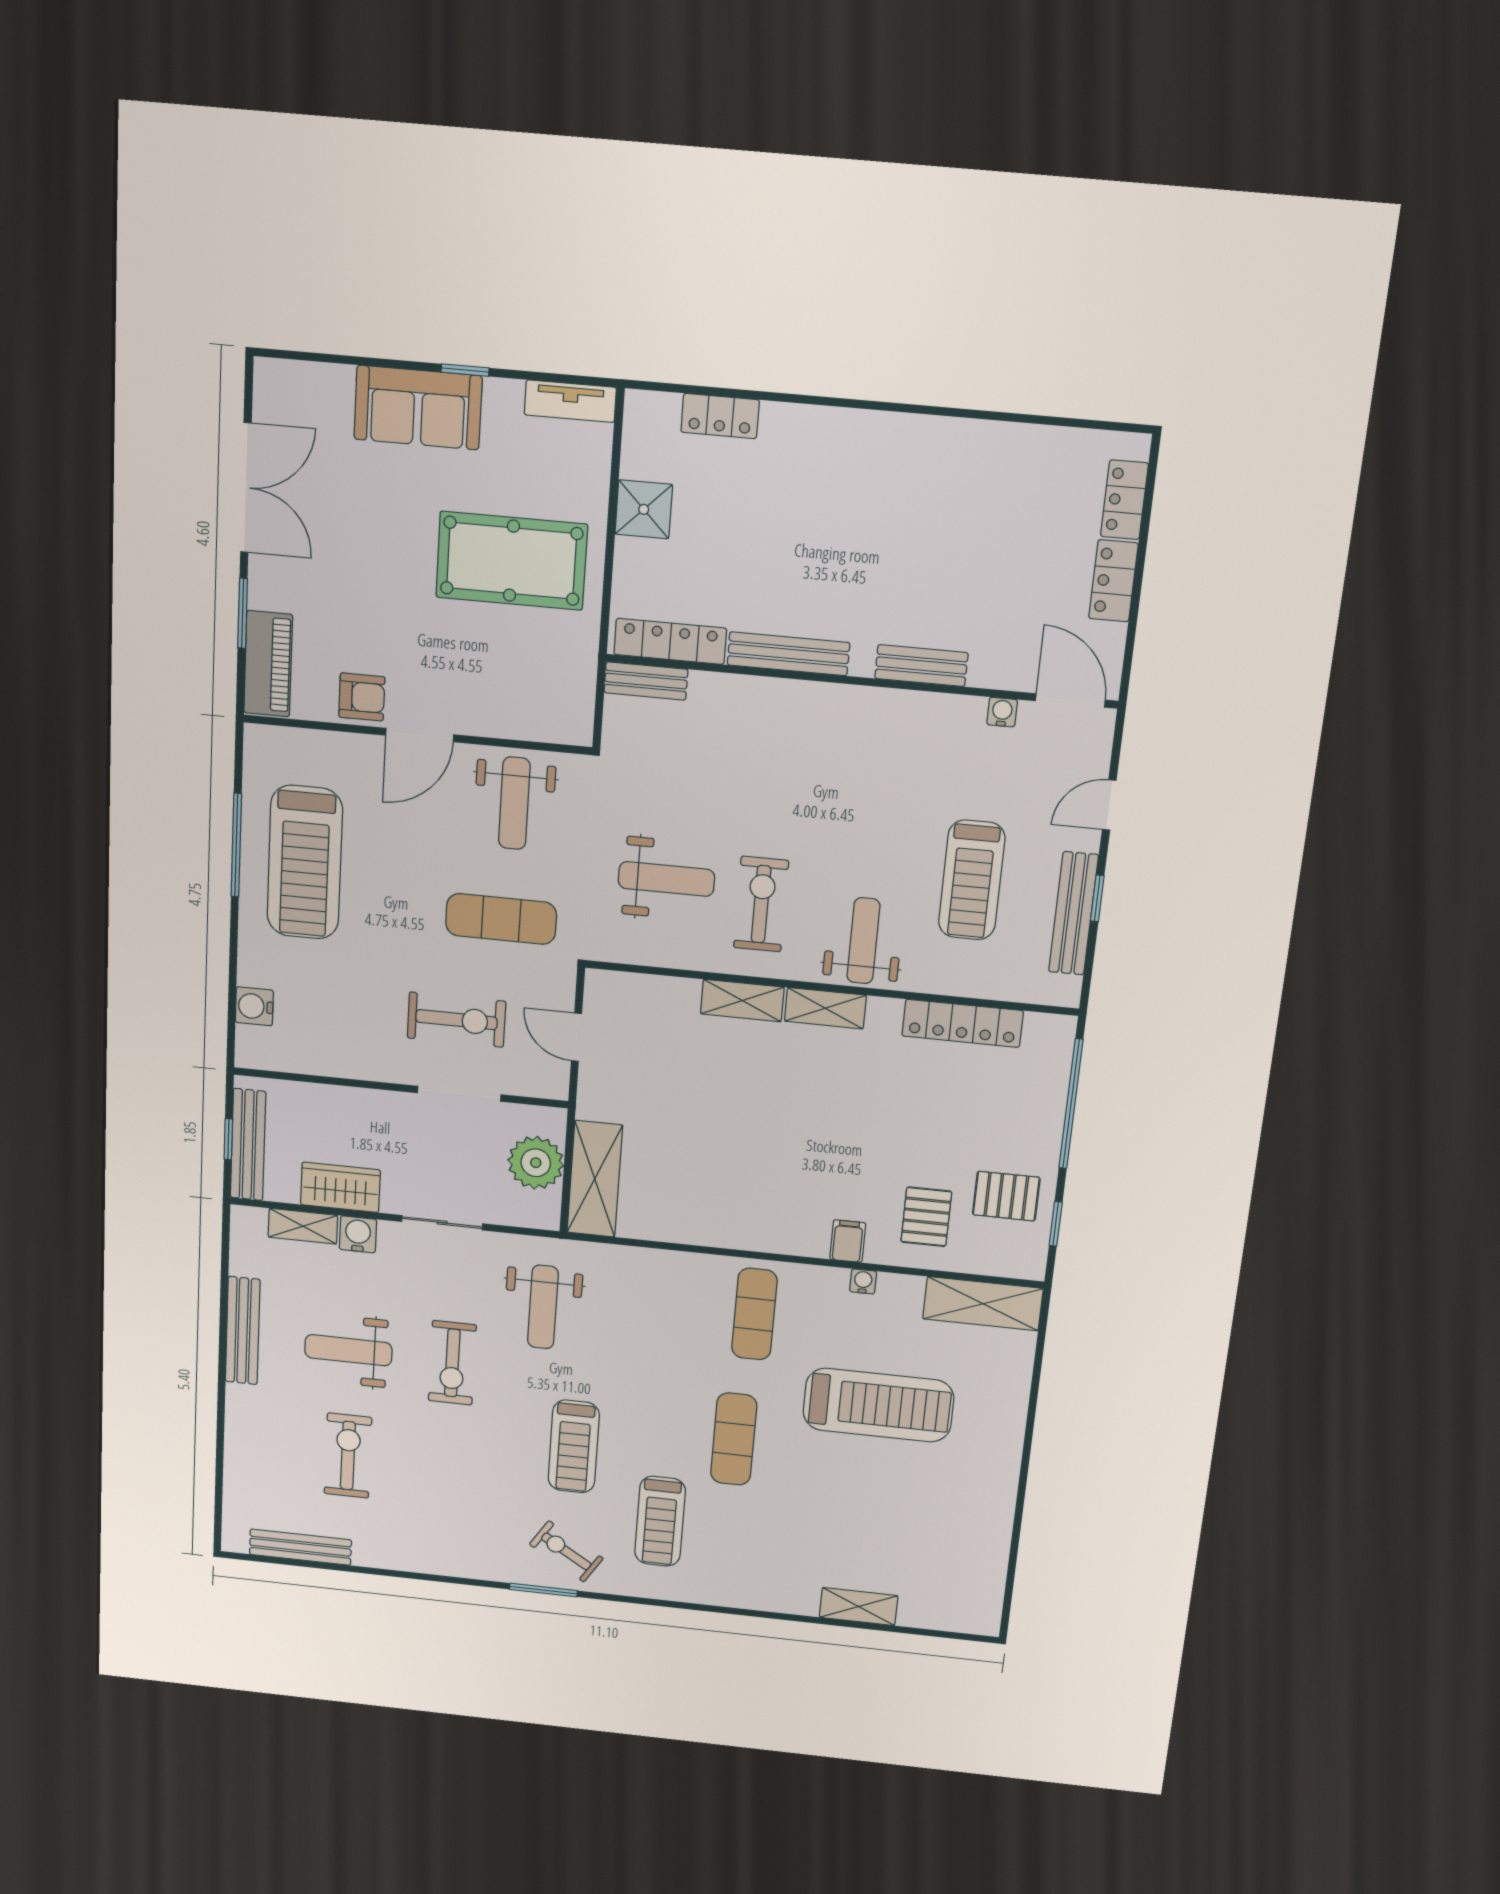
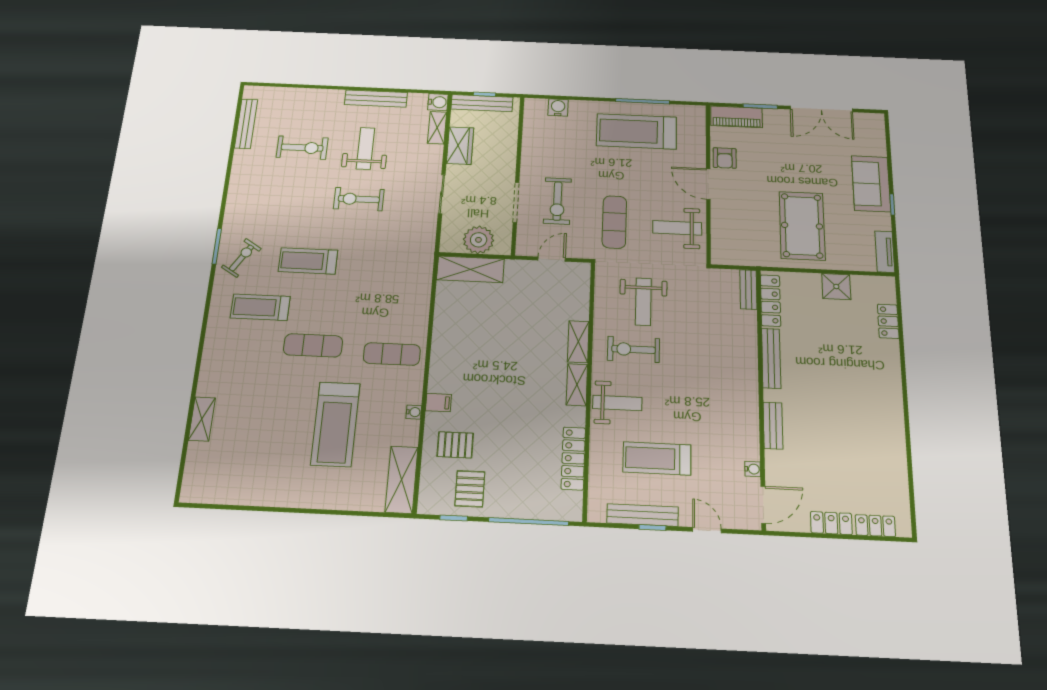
exercise bike: (761, 904) -> (634, 349), turned 180
water cooler: (358, 1234) -> (438, 102), moved
weight bench: (543, 1307) -> (393, 244), removed

